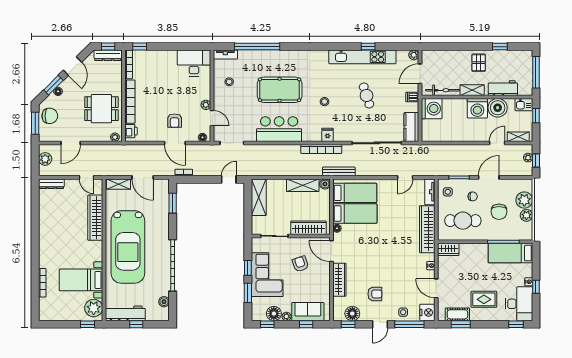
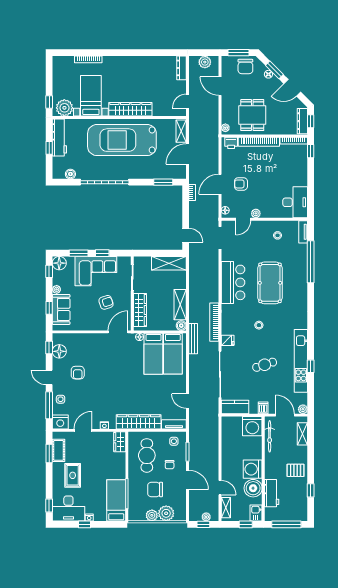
shelving: (472, 90) -> (302, 434), moved
fridge: (328, 135) -> (228, 340), moved
wardrobe: (95, 218) -> (130, 109), moved
wardrobe: (339, 280) -> (91, 339), removed
floor lamp: (274, 314) -> (59, 263), moved

